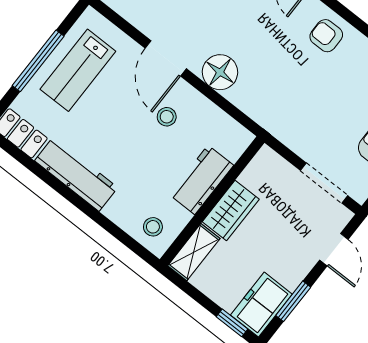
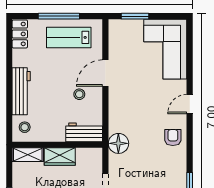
floor lamp: (220, 72) -> (118, 143), moved
workbench: (76, 174) -> (21, 91), moved
workbench: (201, 180) -> (84, 132), moved

